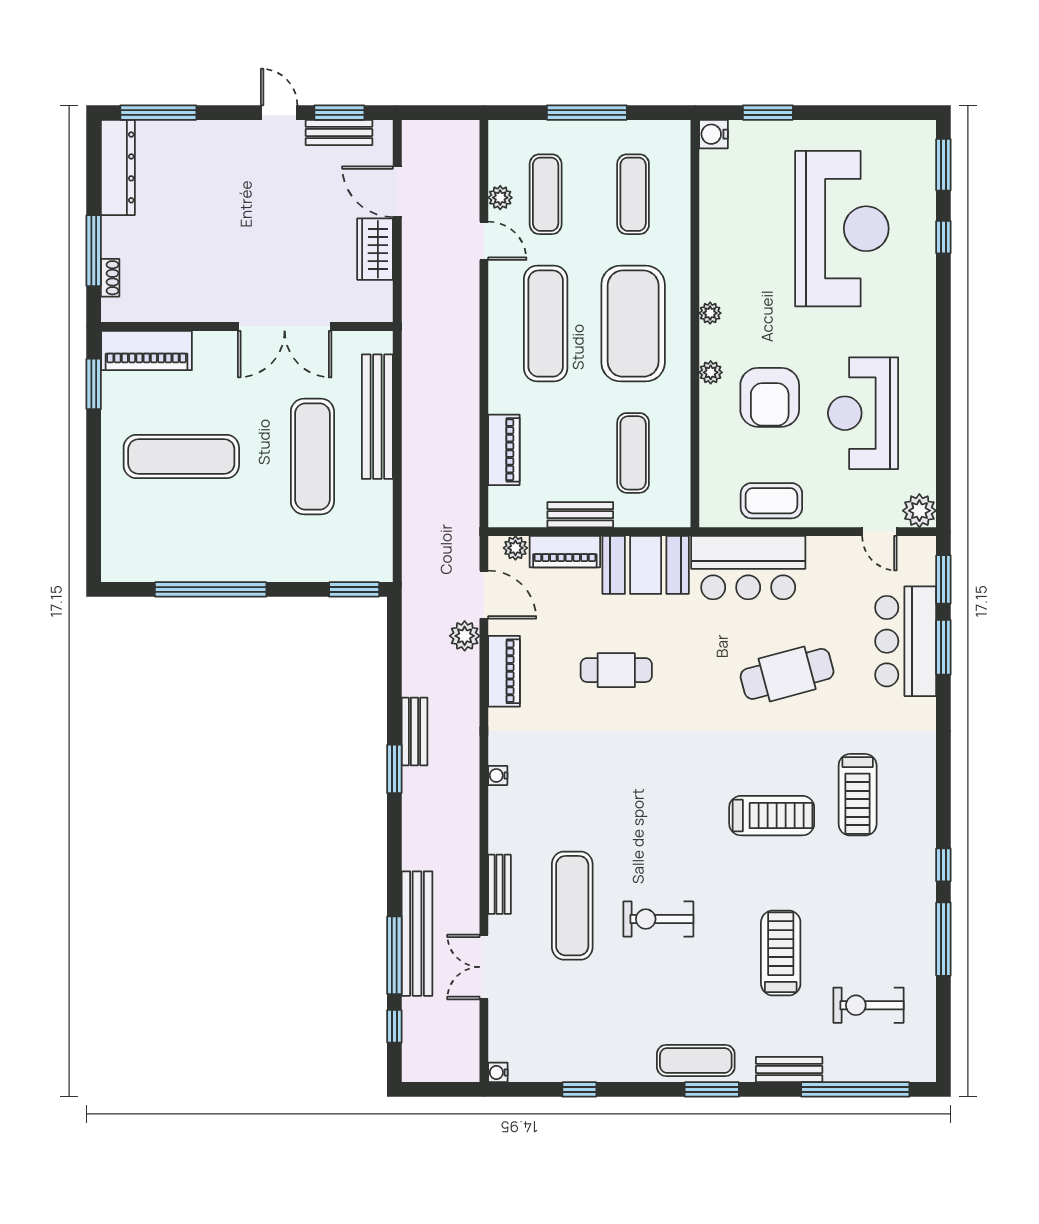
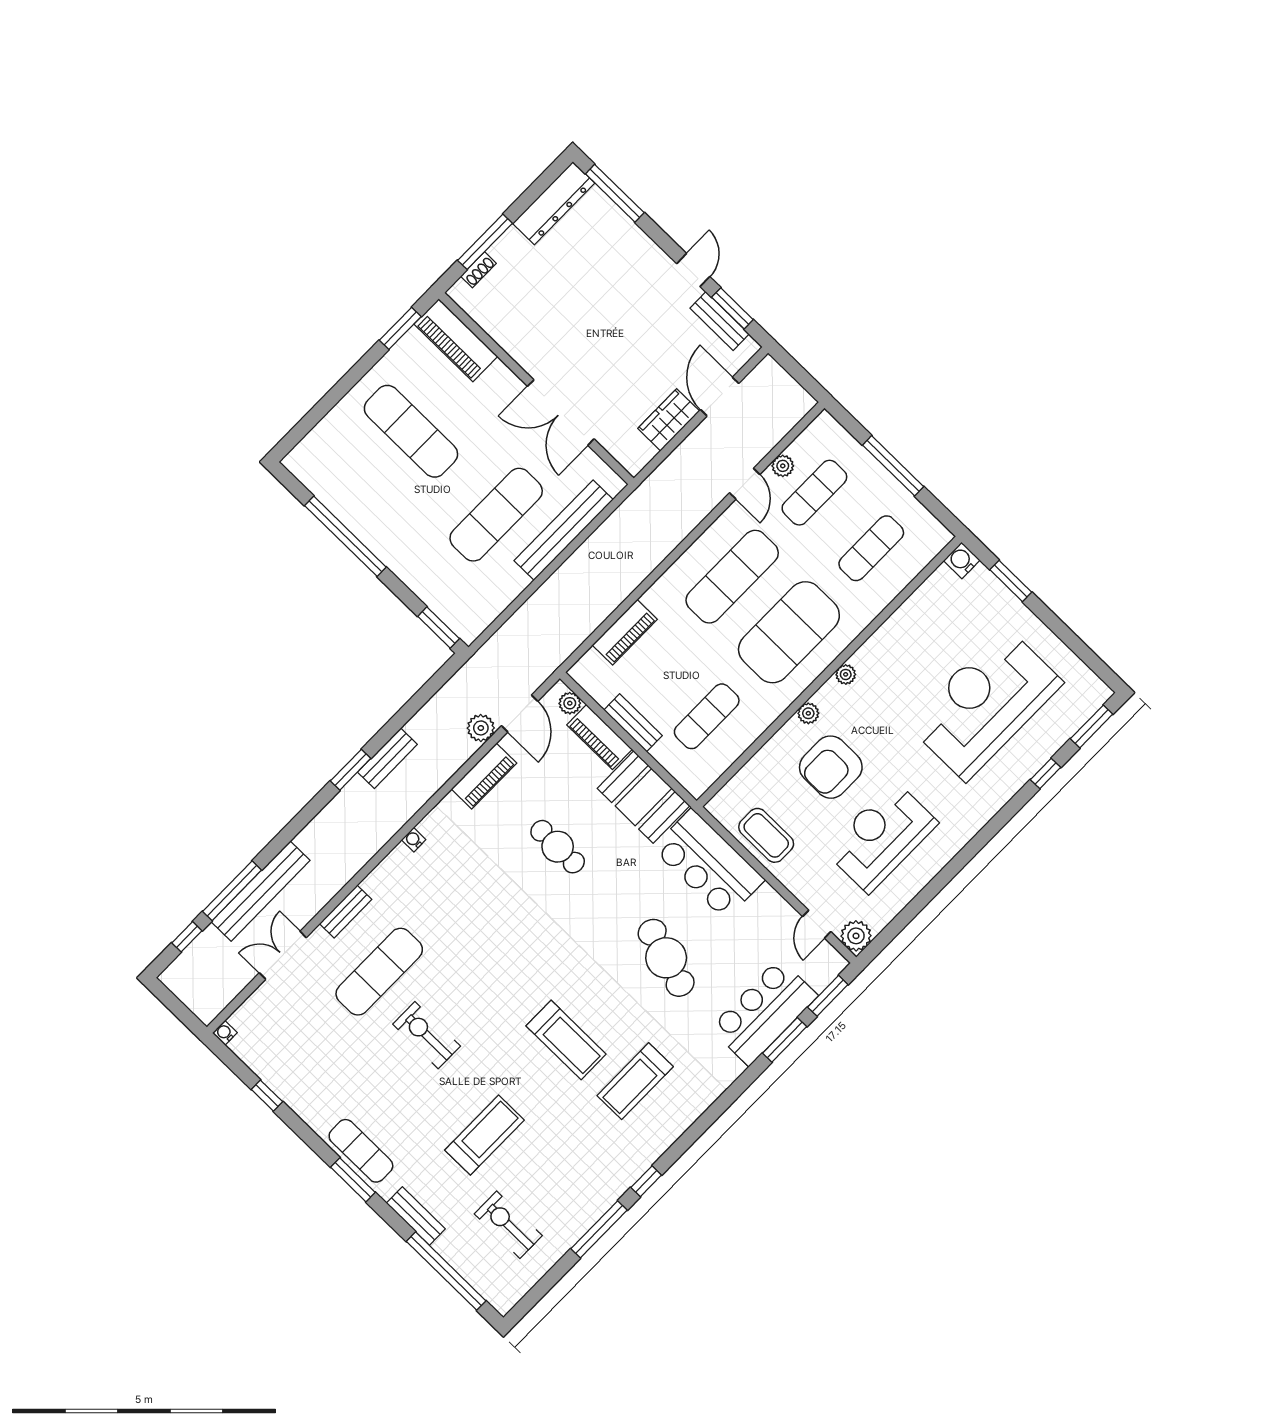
reception desk: (842, 229) -> (985, 703), turned 180
cafe table: (787, 674) -> (666, 958), turned 32

